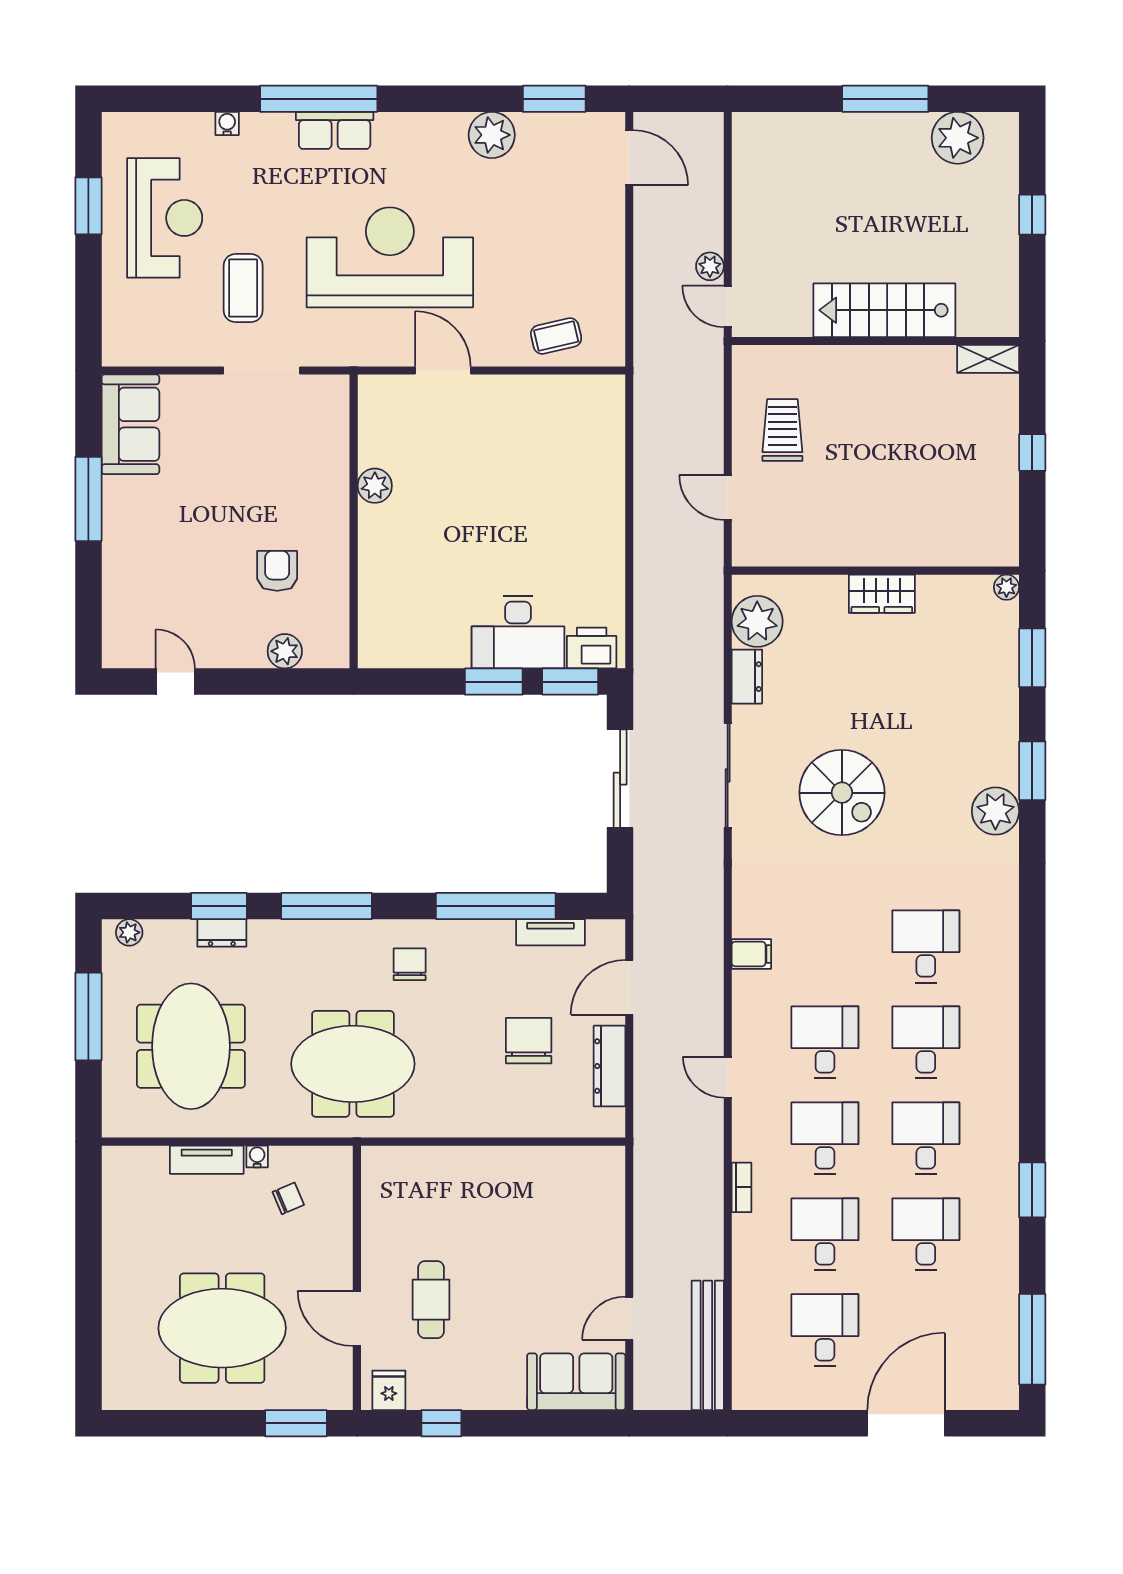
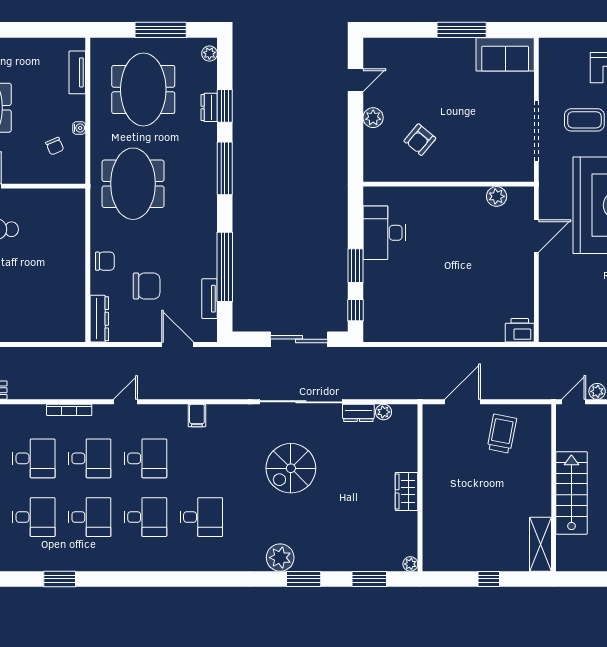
coffee table: (556, 336) -> (556, 302), removed
shelving: (988, 359) -> (540, 544), width x1.50, depth x1.33
doorway: (262, 370) -> (536, 131), width x1.36
trolley: (782, 430) -> (502, 434), turned -79
plant: (375, 486) -> (497, 196), moved
door: (728, 498) -> (462, 402), width x1.38
armchair: (277, 571) -> (420, 140), turned 130
plant: (757, 621) -> (383, 412), width x0.53, depth x0.53
desk: (518, 632) -> (384, 233), moved
printer: (592, 648) -> (520, 330), moved, turned -90
plant: (285, 651) -> (373, 118), moved
window: (570, 682) -> (355, 310), width x0.67
sliding door: (728, 775) -> (301, 402), width x1.36
chair: (410, 964) -> (105, 261), moved
meeting table: (191, 1046) -> (143, 89), turned 90
dresser: (610, 1066) -> (99, 319), moved, turned 90
tv unit: (207, 1160) -> (77, 72), moved
bookcase: (742, 1187) -> (69, 410), width x1.56

